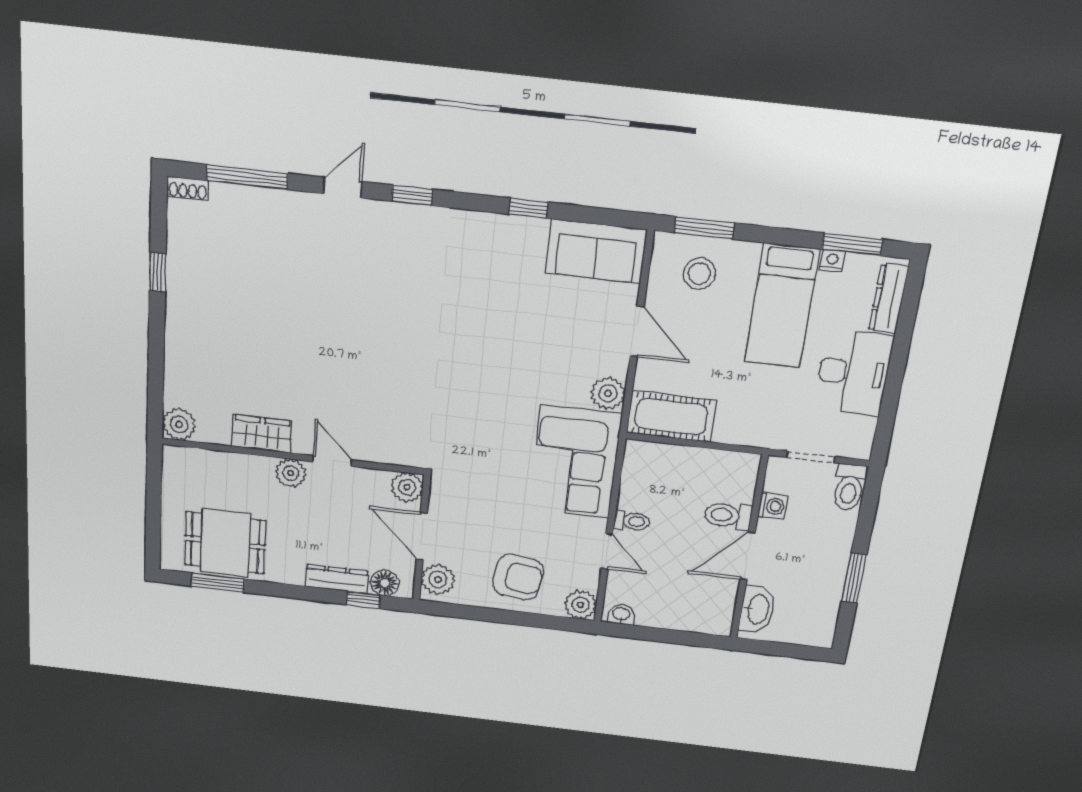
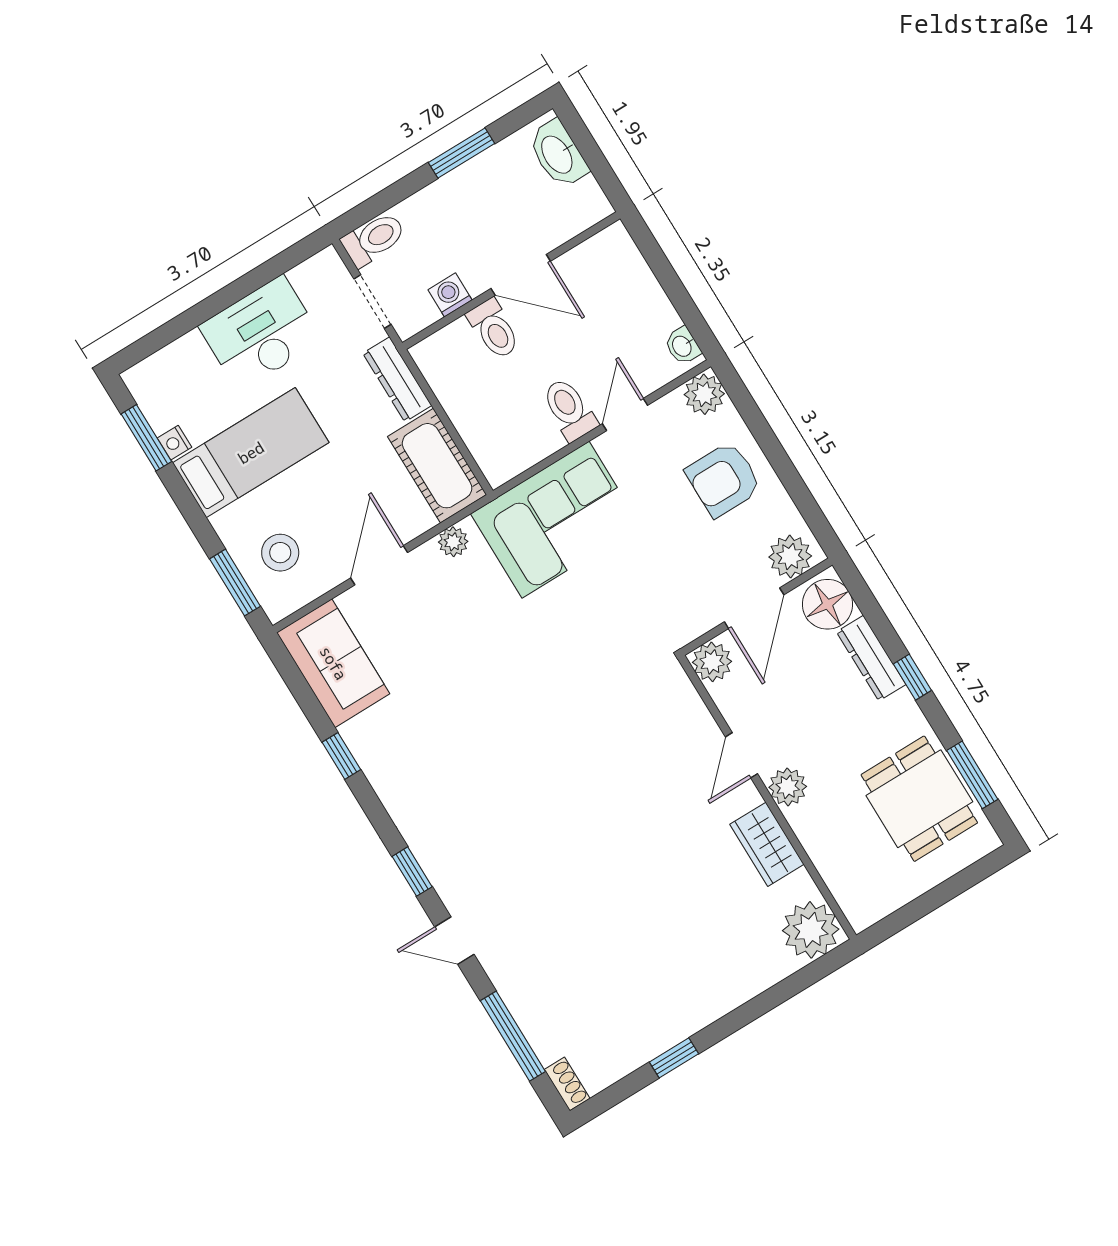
dresser: (889, 298) -> (397, 379), moved, turned 90
plant: (608, 393) -> (453, 542), width x0.73, depth x0.73
plant: (179, 424) -> (811, 930), width x1.36, depth x1.36
toilet: (632, 521) -> (569, 409), width x1.37, depth x1.39
armchair: (518, 577) -> (724, 479), turned -98
floor lamp: (385, 583) -> (828, 604), width x1.38, depth x1.38
window: (363, 600) -> (912, 677), moved
washbasin: (757, 609) -> (558, 154), moved, turned -90

